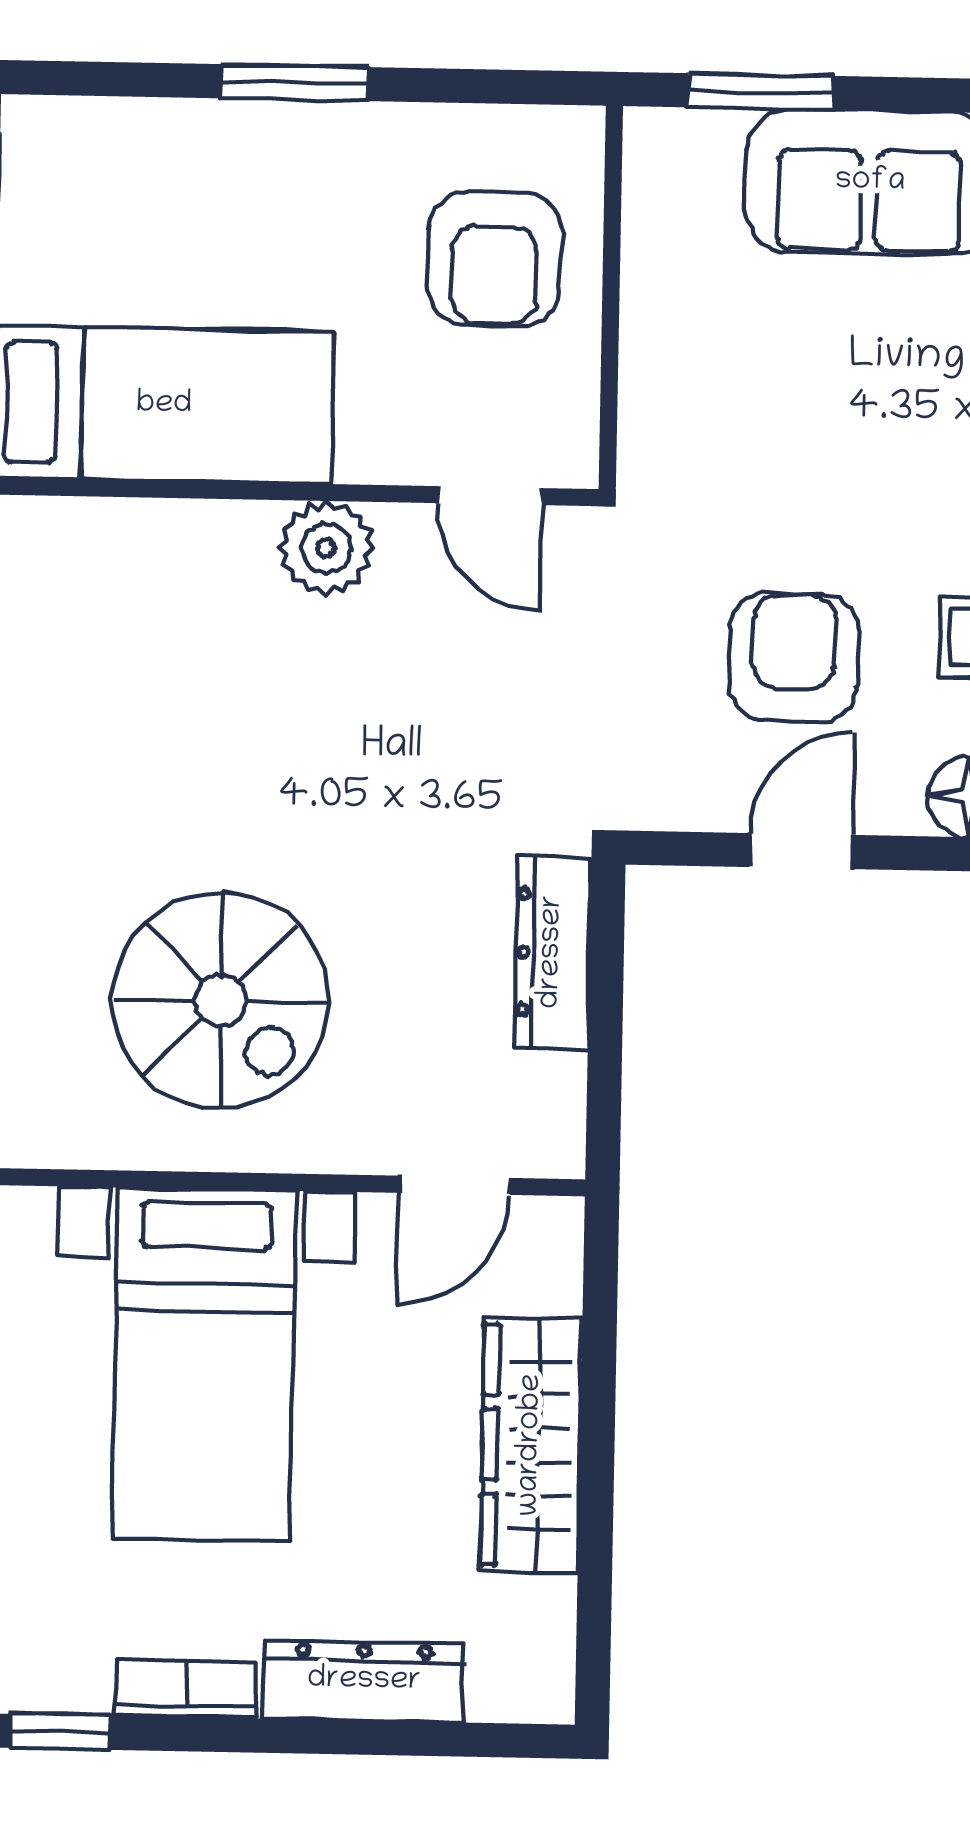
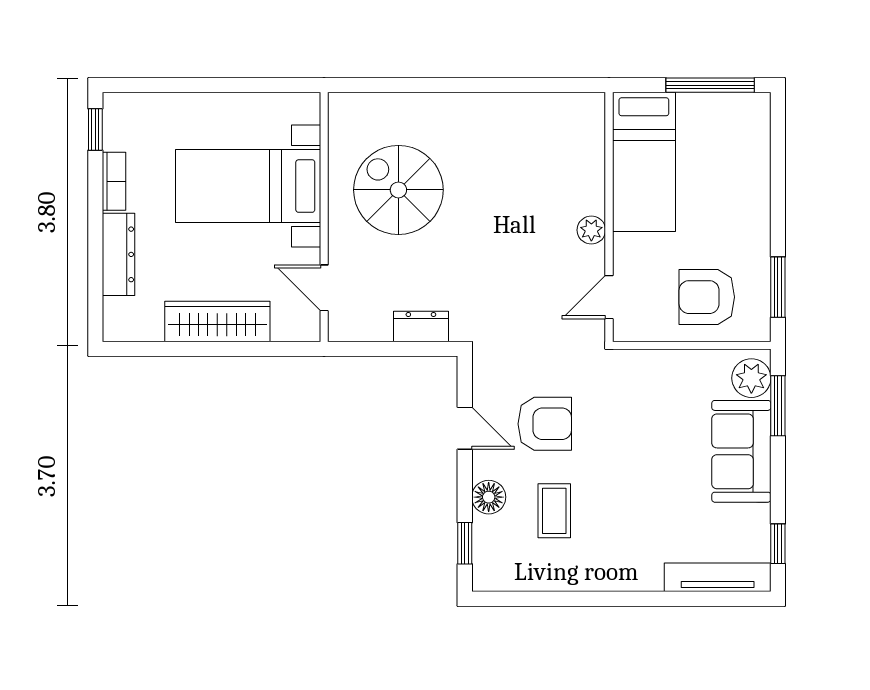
window: (295, 83) -> (778, 287), moved
plant: (693, 155) -> (751, 378), added
plant: (326, 548) -> (591, 230), width x0.73, depth x0.73
dresser: (552, 952) -> (421, 327), width x0.70
spiral stairs: (221, 1001) -> (398, 190), turned 90

